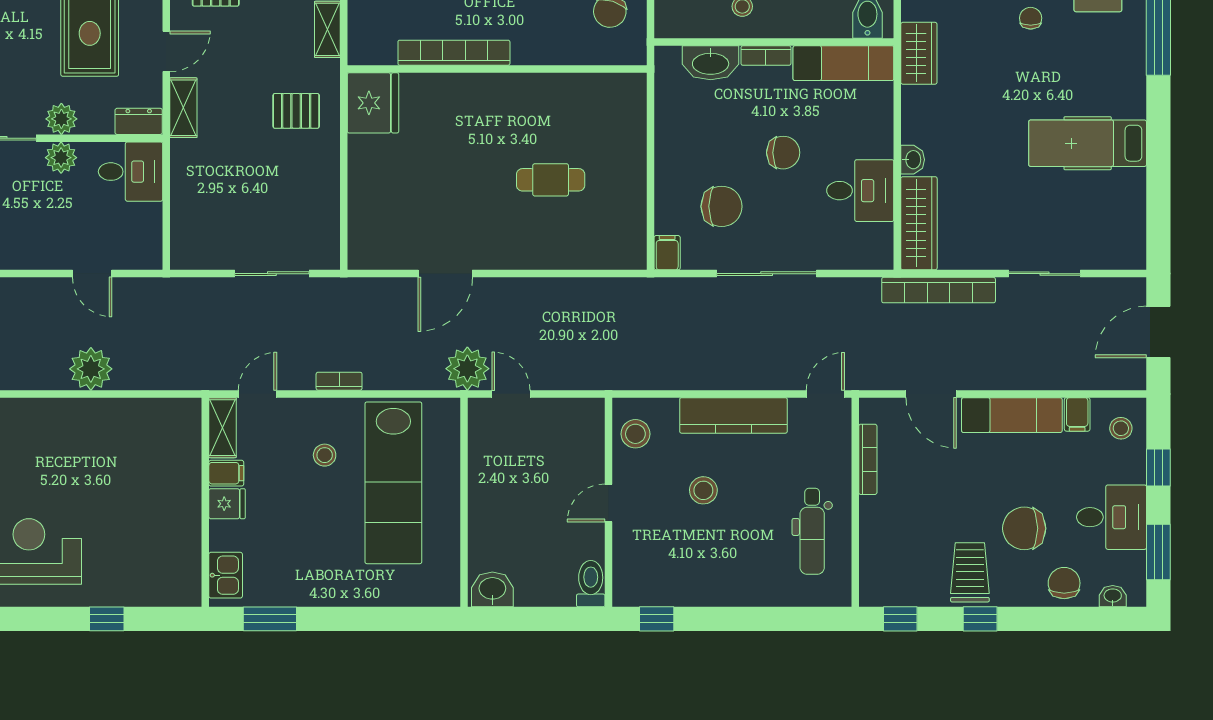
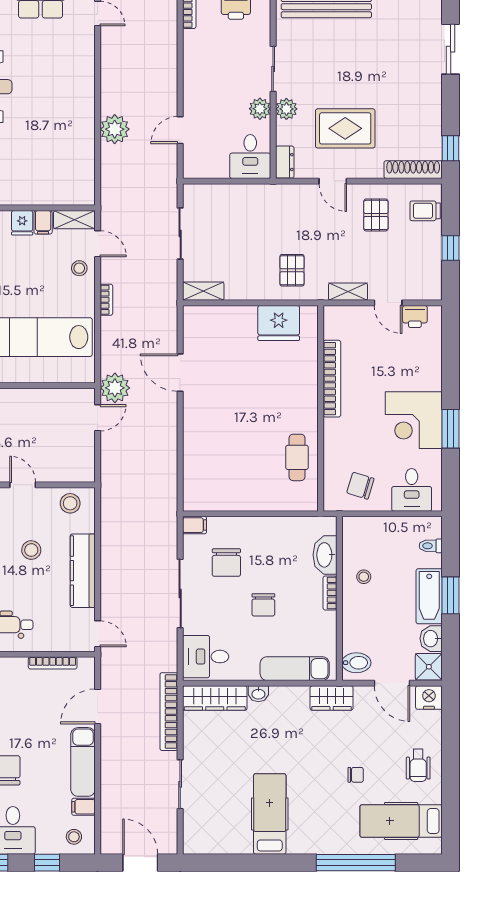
exam couch: (843, 63) -> (295, 669), moved, turned 90
fridge: (373, 103) -> (279, 323), moved
shelving: (183, 108) -> (203, 291), moved
cafe table: (551, 180) -> (297, 457), moved
desk: (860, 191) -> (206, 657), moved, turned 90
sliding door: (272, 274) -> (180, 233), moved
stool: (325, 455) -> (79, 268), moved

